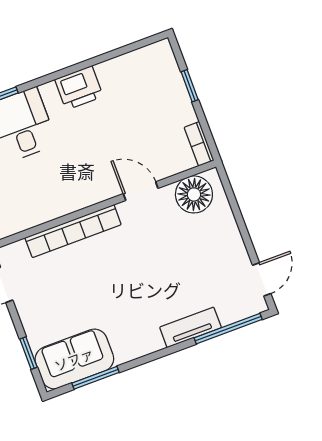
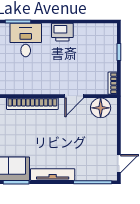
door: (141, 191) -> (74, 96), swing flipped
tv unit: (190, 327) -> (53, 175), moved, width x1.41

